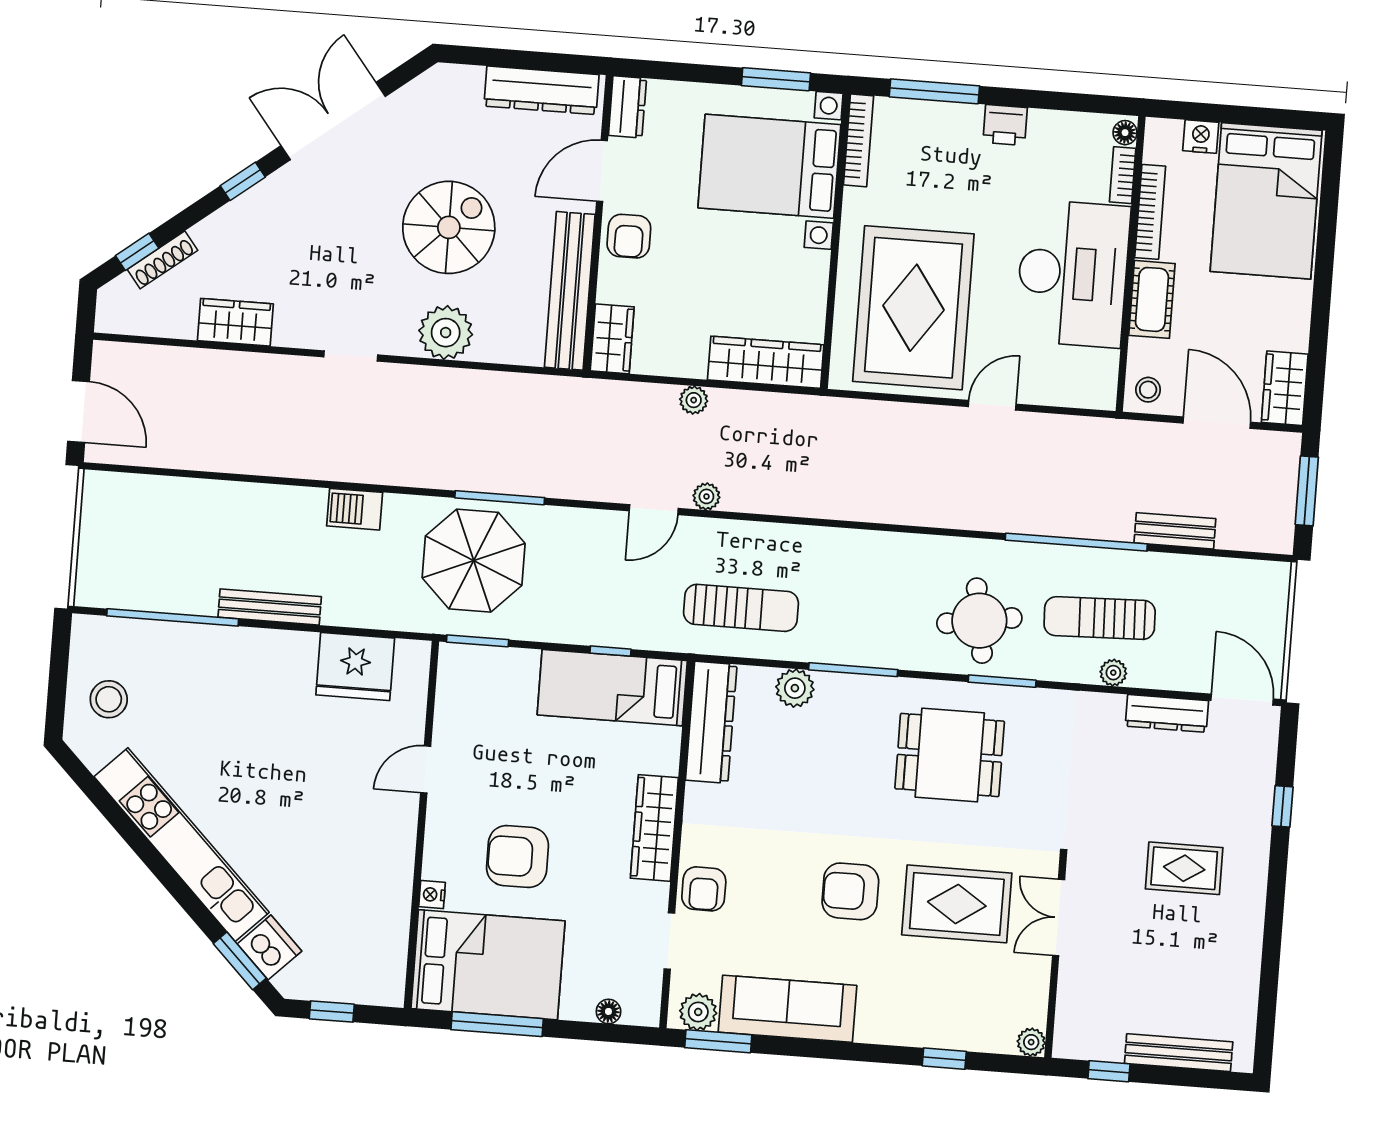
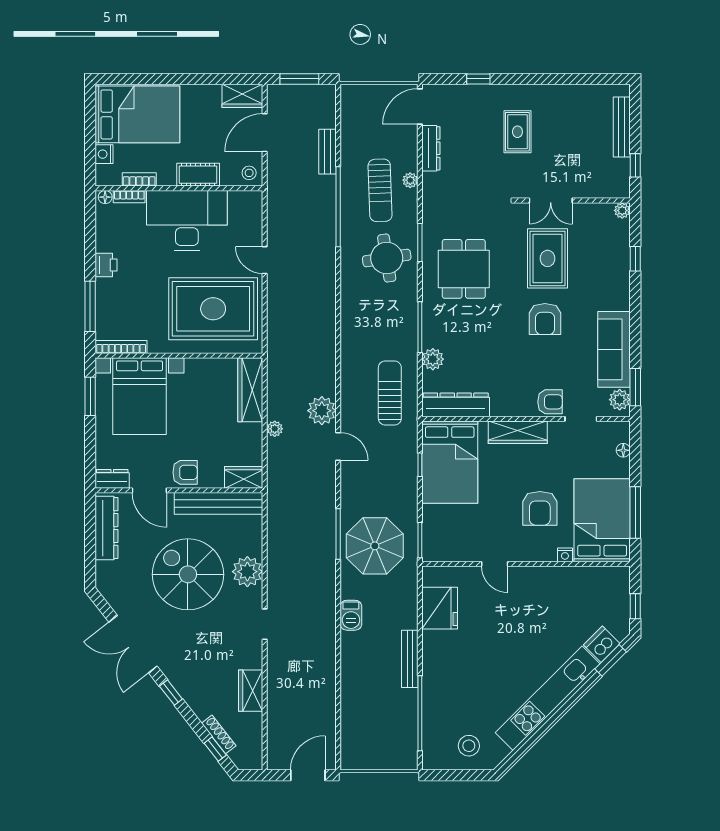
bookcase: (1150, 212) -> (139, 179), width x0.64
spiral stairs: (449, 227) -> (188, 574), width x1.37, depth x1.37
plant: (706, 496) -> (322, 411), width x1.87, depth x1.87
bed: (612, 688) -> (450, 462), width x1.50

